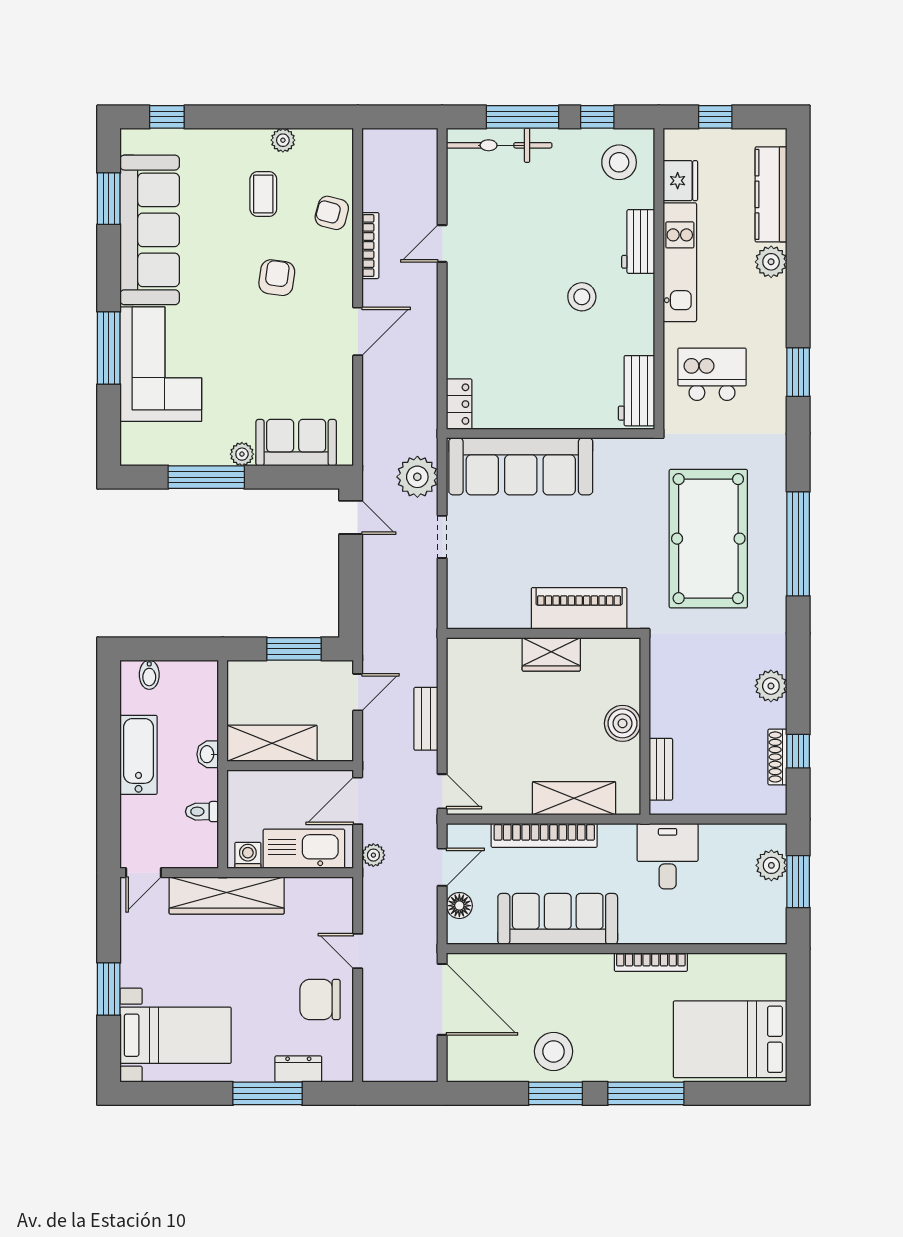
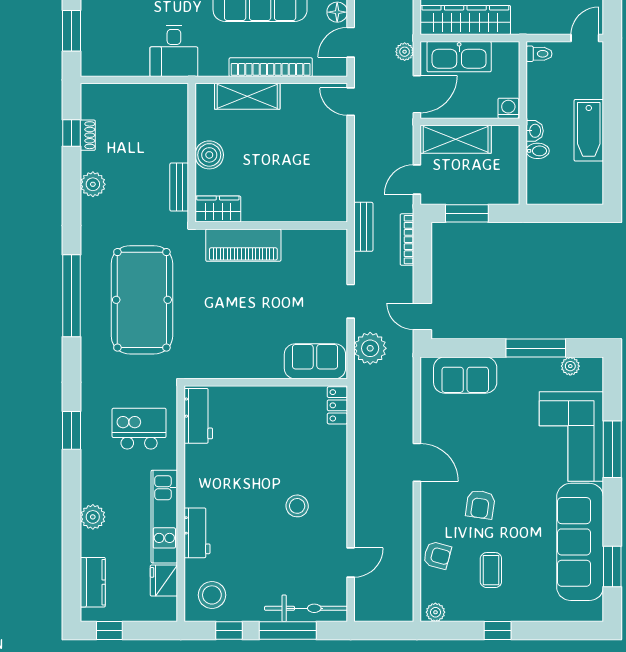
window: (167, 117) -> (498, 631), moved
window: (715, 117) -> (109, 631), moved
plant: (283, 140) -> (435, 612), moved
kitchen counter: (771, 194) -> (93, 582), width x0.67
door: (442, 244) -> (351, 563), moved
bookcase: (370, 246) -> (407, 240), moved
stool: (582, 297) -> (297, 506), moved
door: (358, 331) -> (417, 462), swing flipped
kitchen island: (712, 374) -> (139, 429), turned 180
plant: (242, 454) -> (570, 366), moved
sofa: (521, 466) -> (315, 361), width x0.54, depth x0.79
wardrobe: (551, 654) -> (218, 209), moved
bidet: (149, 675) -> (538, 151), moved, turned 90
bench: (426, 719) -> (363, 227), moved
shelving: (272, 743) -> (456, 139), moved
shoe rack: (777, 757) -> (88, 135), width x0.70
bench: (661, 769) -> (179, 187), moved
toilet: (202, 812) -> (539, 54), moved
washing machine: (248, 855) -> (508, 108), moved, turned 180
plant: (771, 865) -> (93, 44), removed
wardrobe: (227, 895) -> (465, 20), moved

